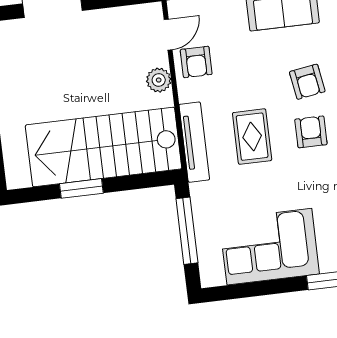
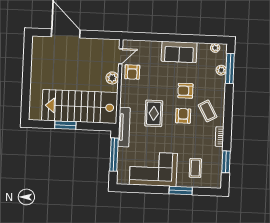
armchair: (307, 82) -> (185, 91), turned 99
tv unit: (194, 142) -> (124, 127), moved

